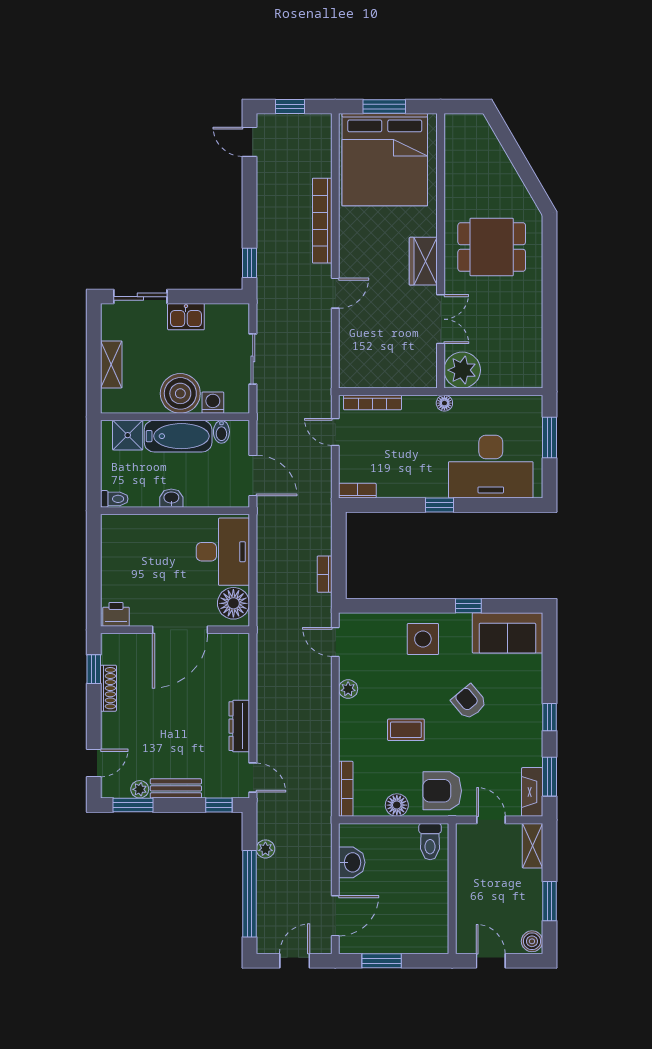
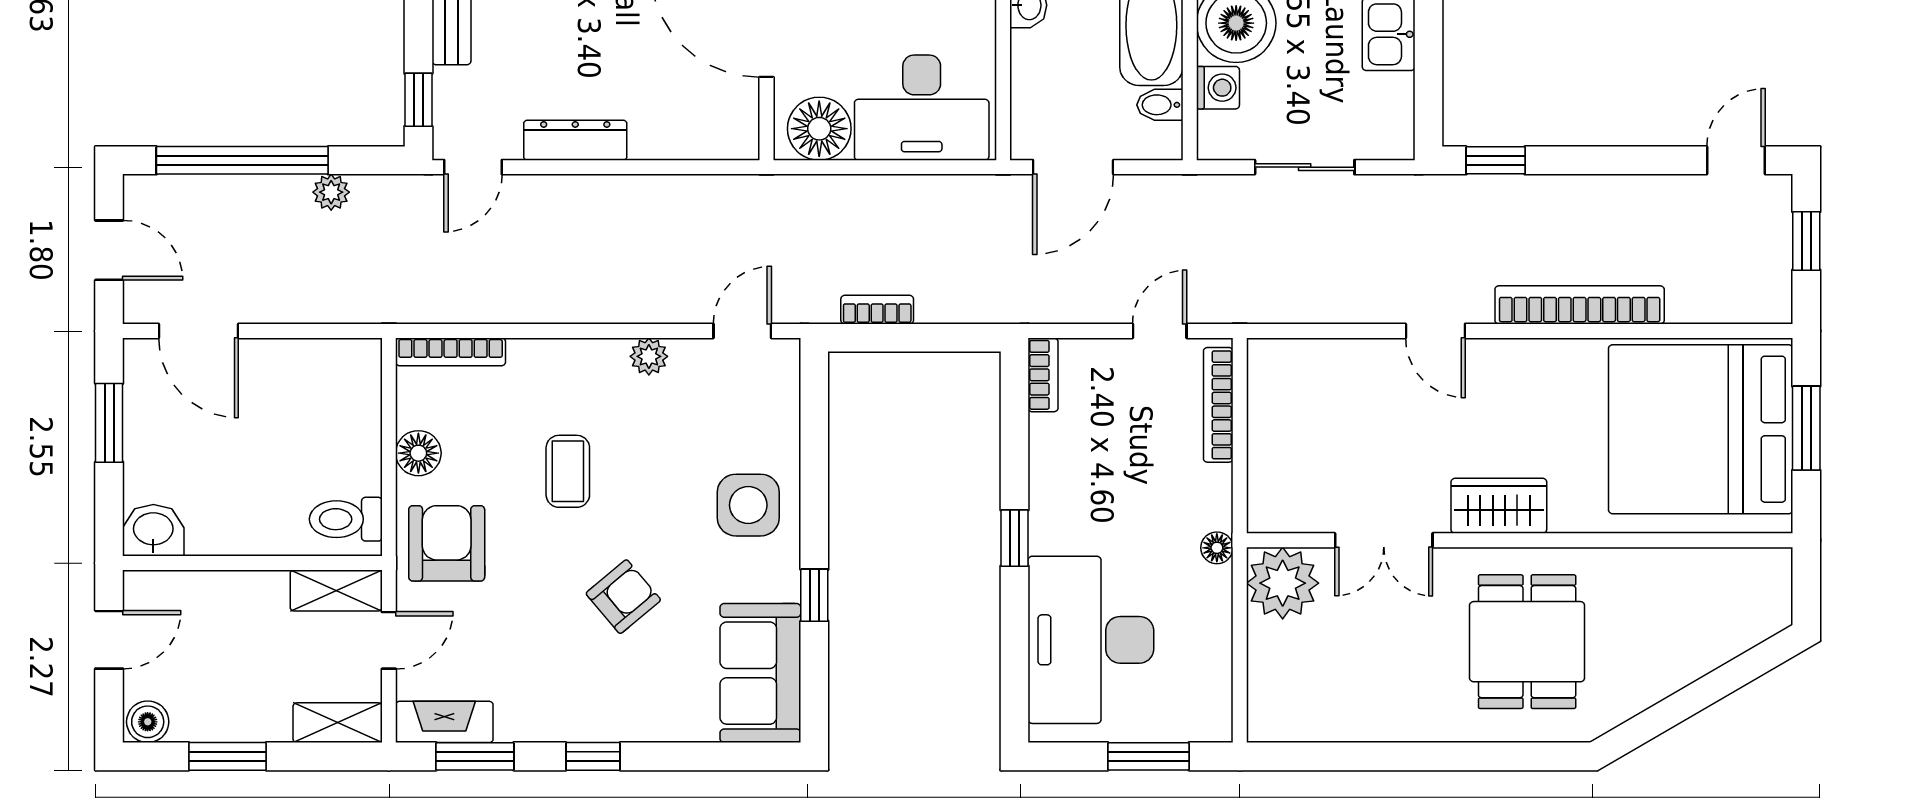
shelving: (466, 846) -> (336, 590), added
washbasin: (352, 862) -> (153, 530), moved, turned 180

